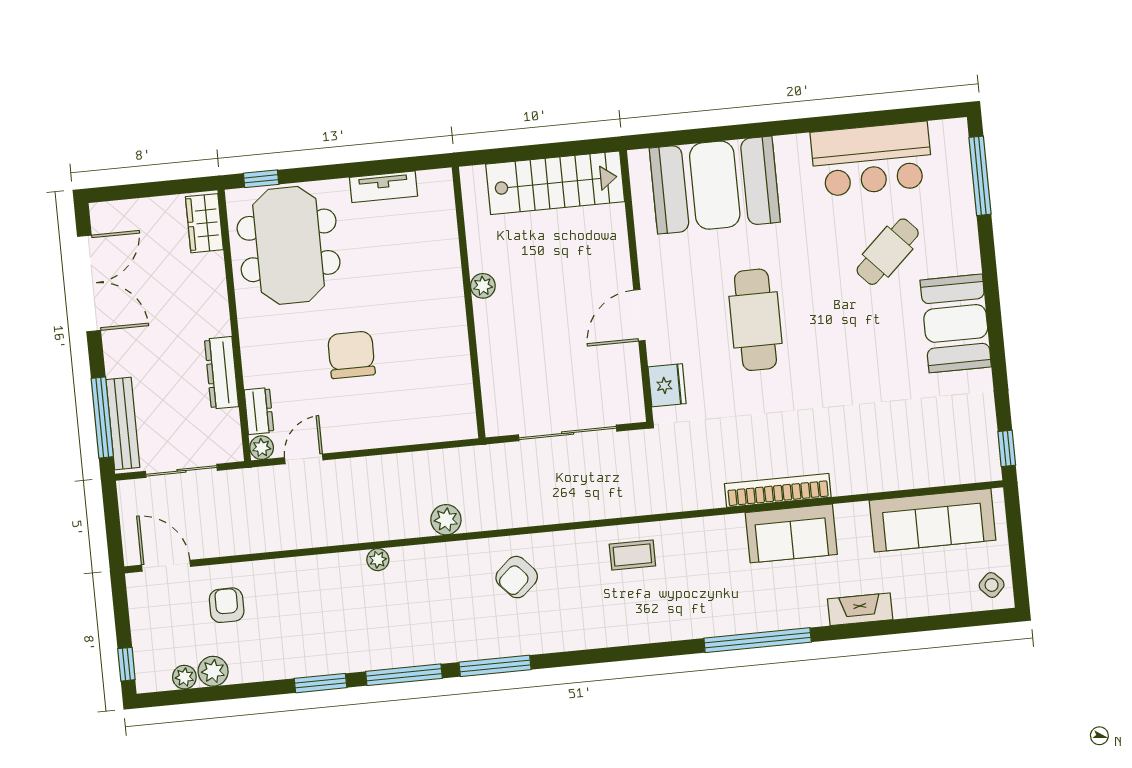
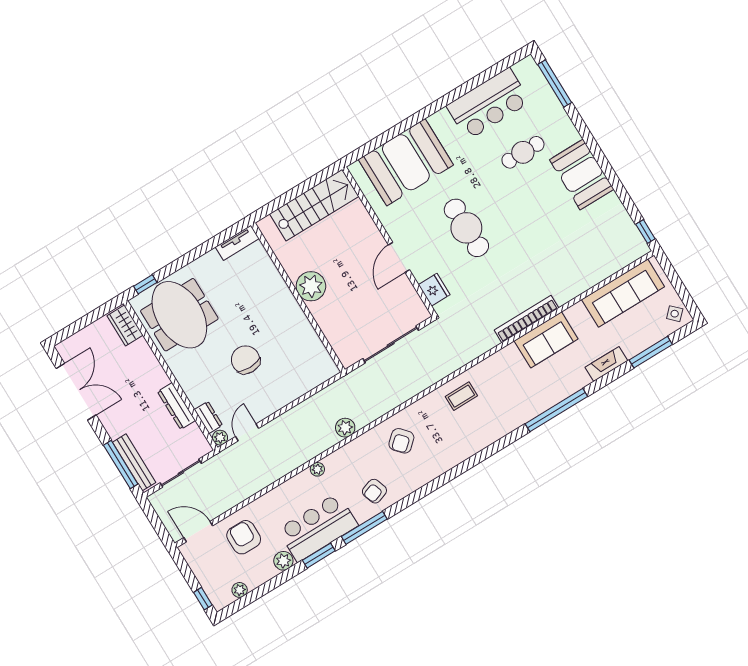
tv unit: (383, 187) -> (237, 243), moved
cafe table: (888, 252) -> (523, 152), turned 43
plant: (483, 286) -> (311, 286), width x1.87, depth x1.87
armchair: (227, 605) -> (244, 537), width x1.38, depth x1.38
armchair: (444, 630) -> (374, 491), added
bar counter: (338, 642) -> (318, 527), added
window: (495, 666) -> (651, 352), moved
plant: (213, 671) -> (283, 561), moved

